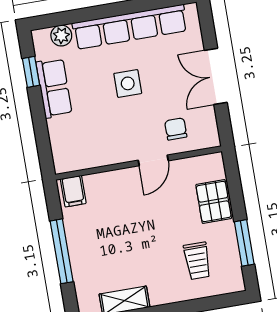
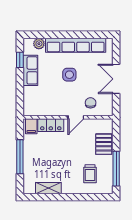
locker: (109, 183) -> (51, 125), added
window: (244, 243) -> (116, 169), width x1.44

